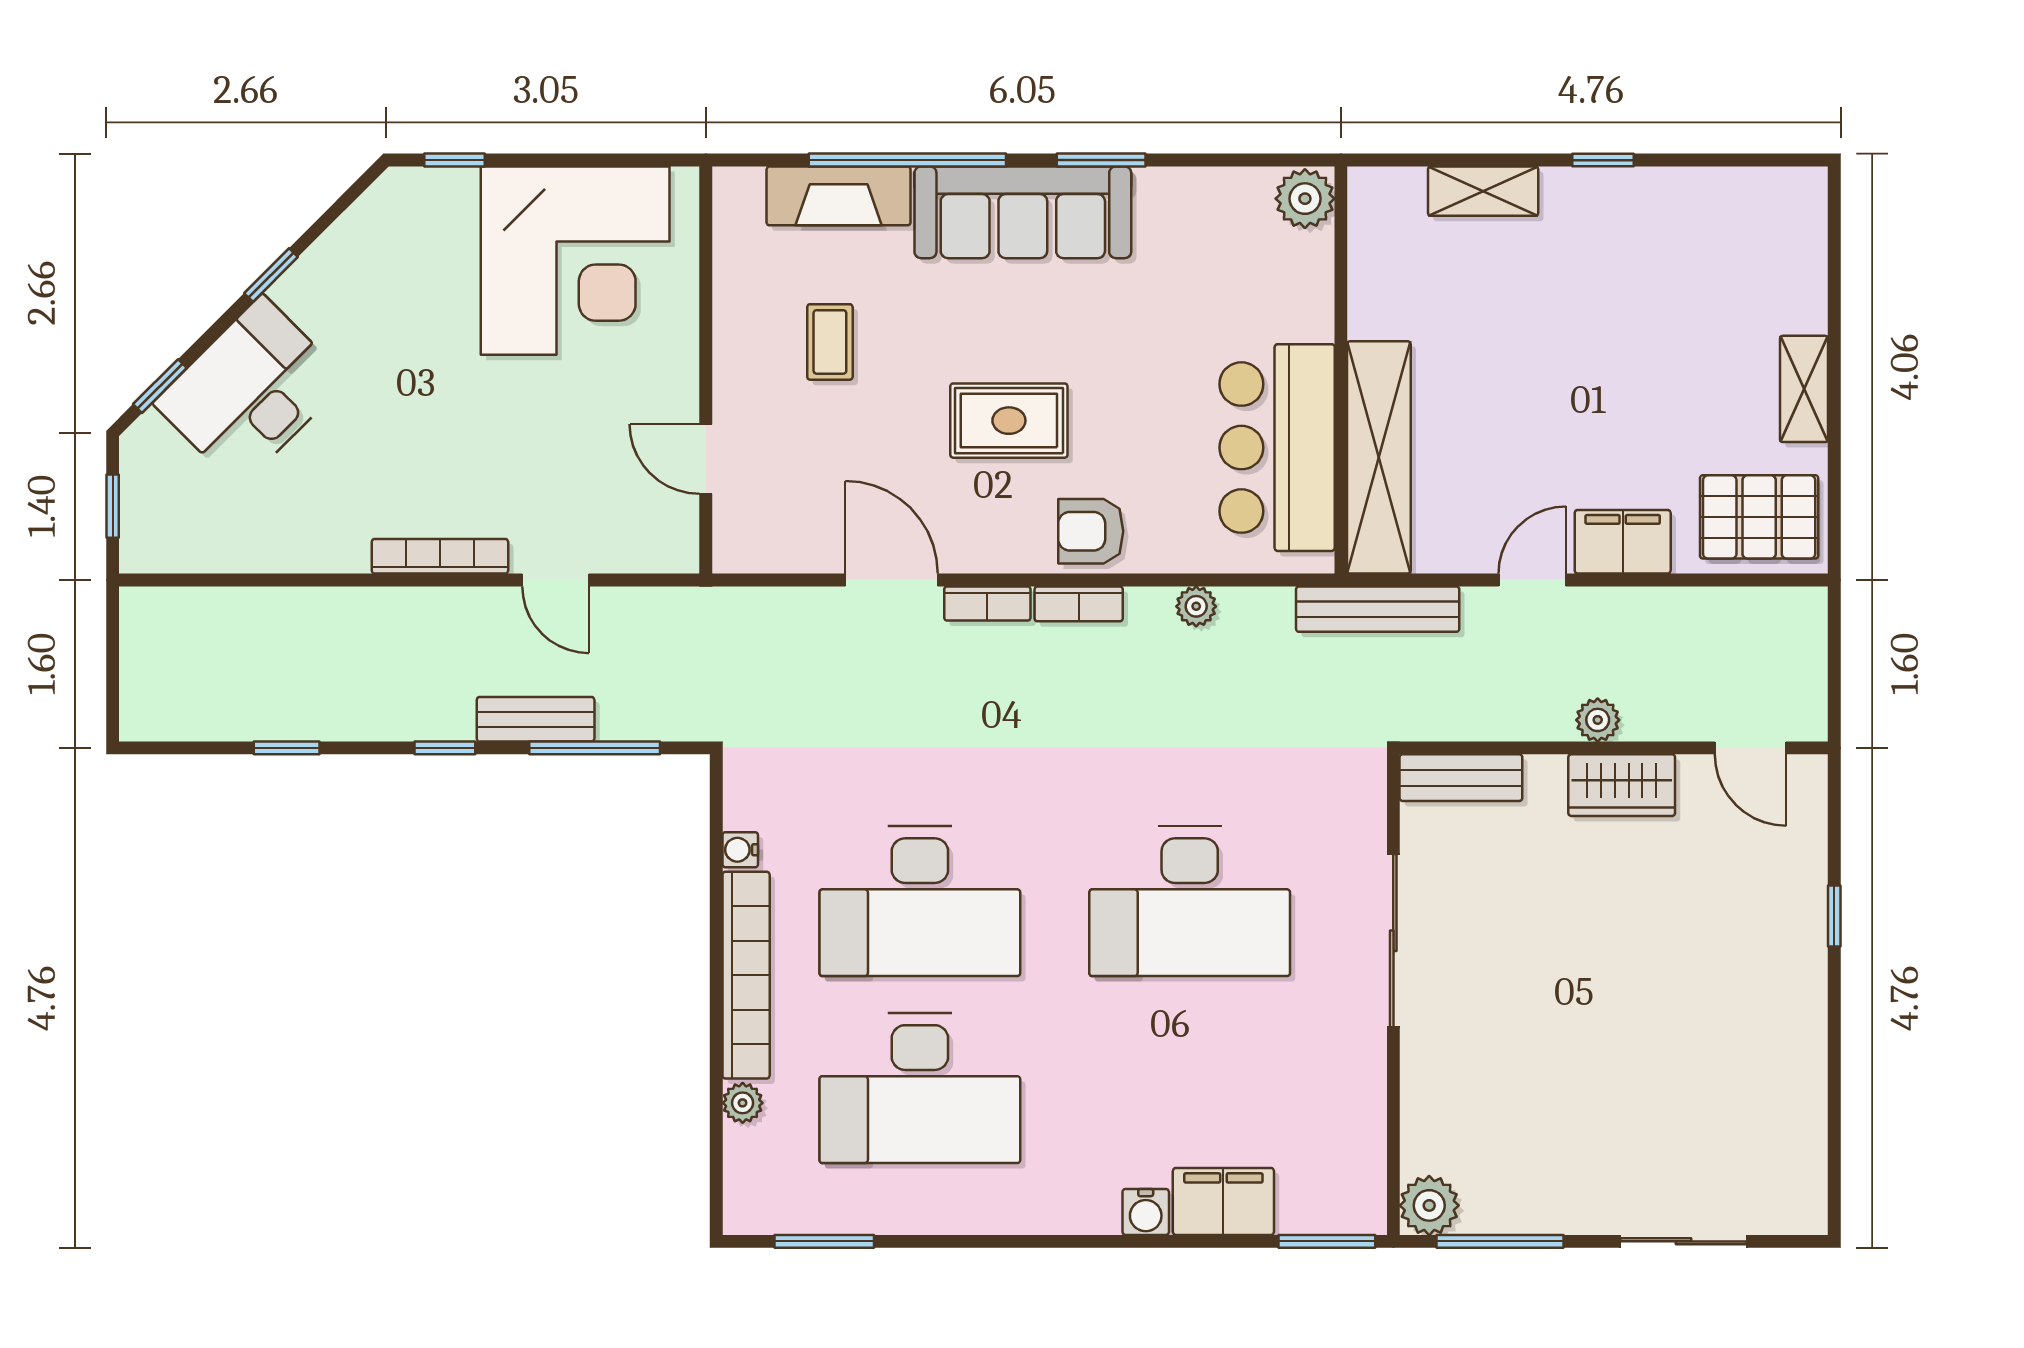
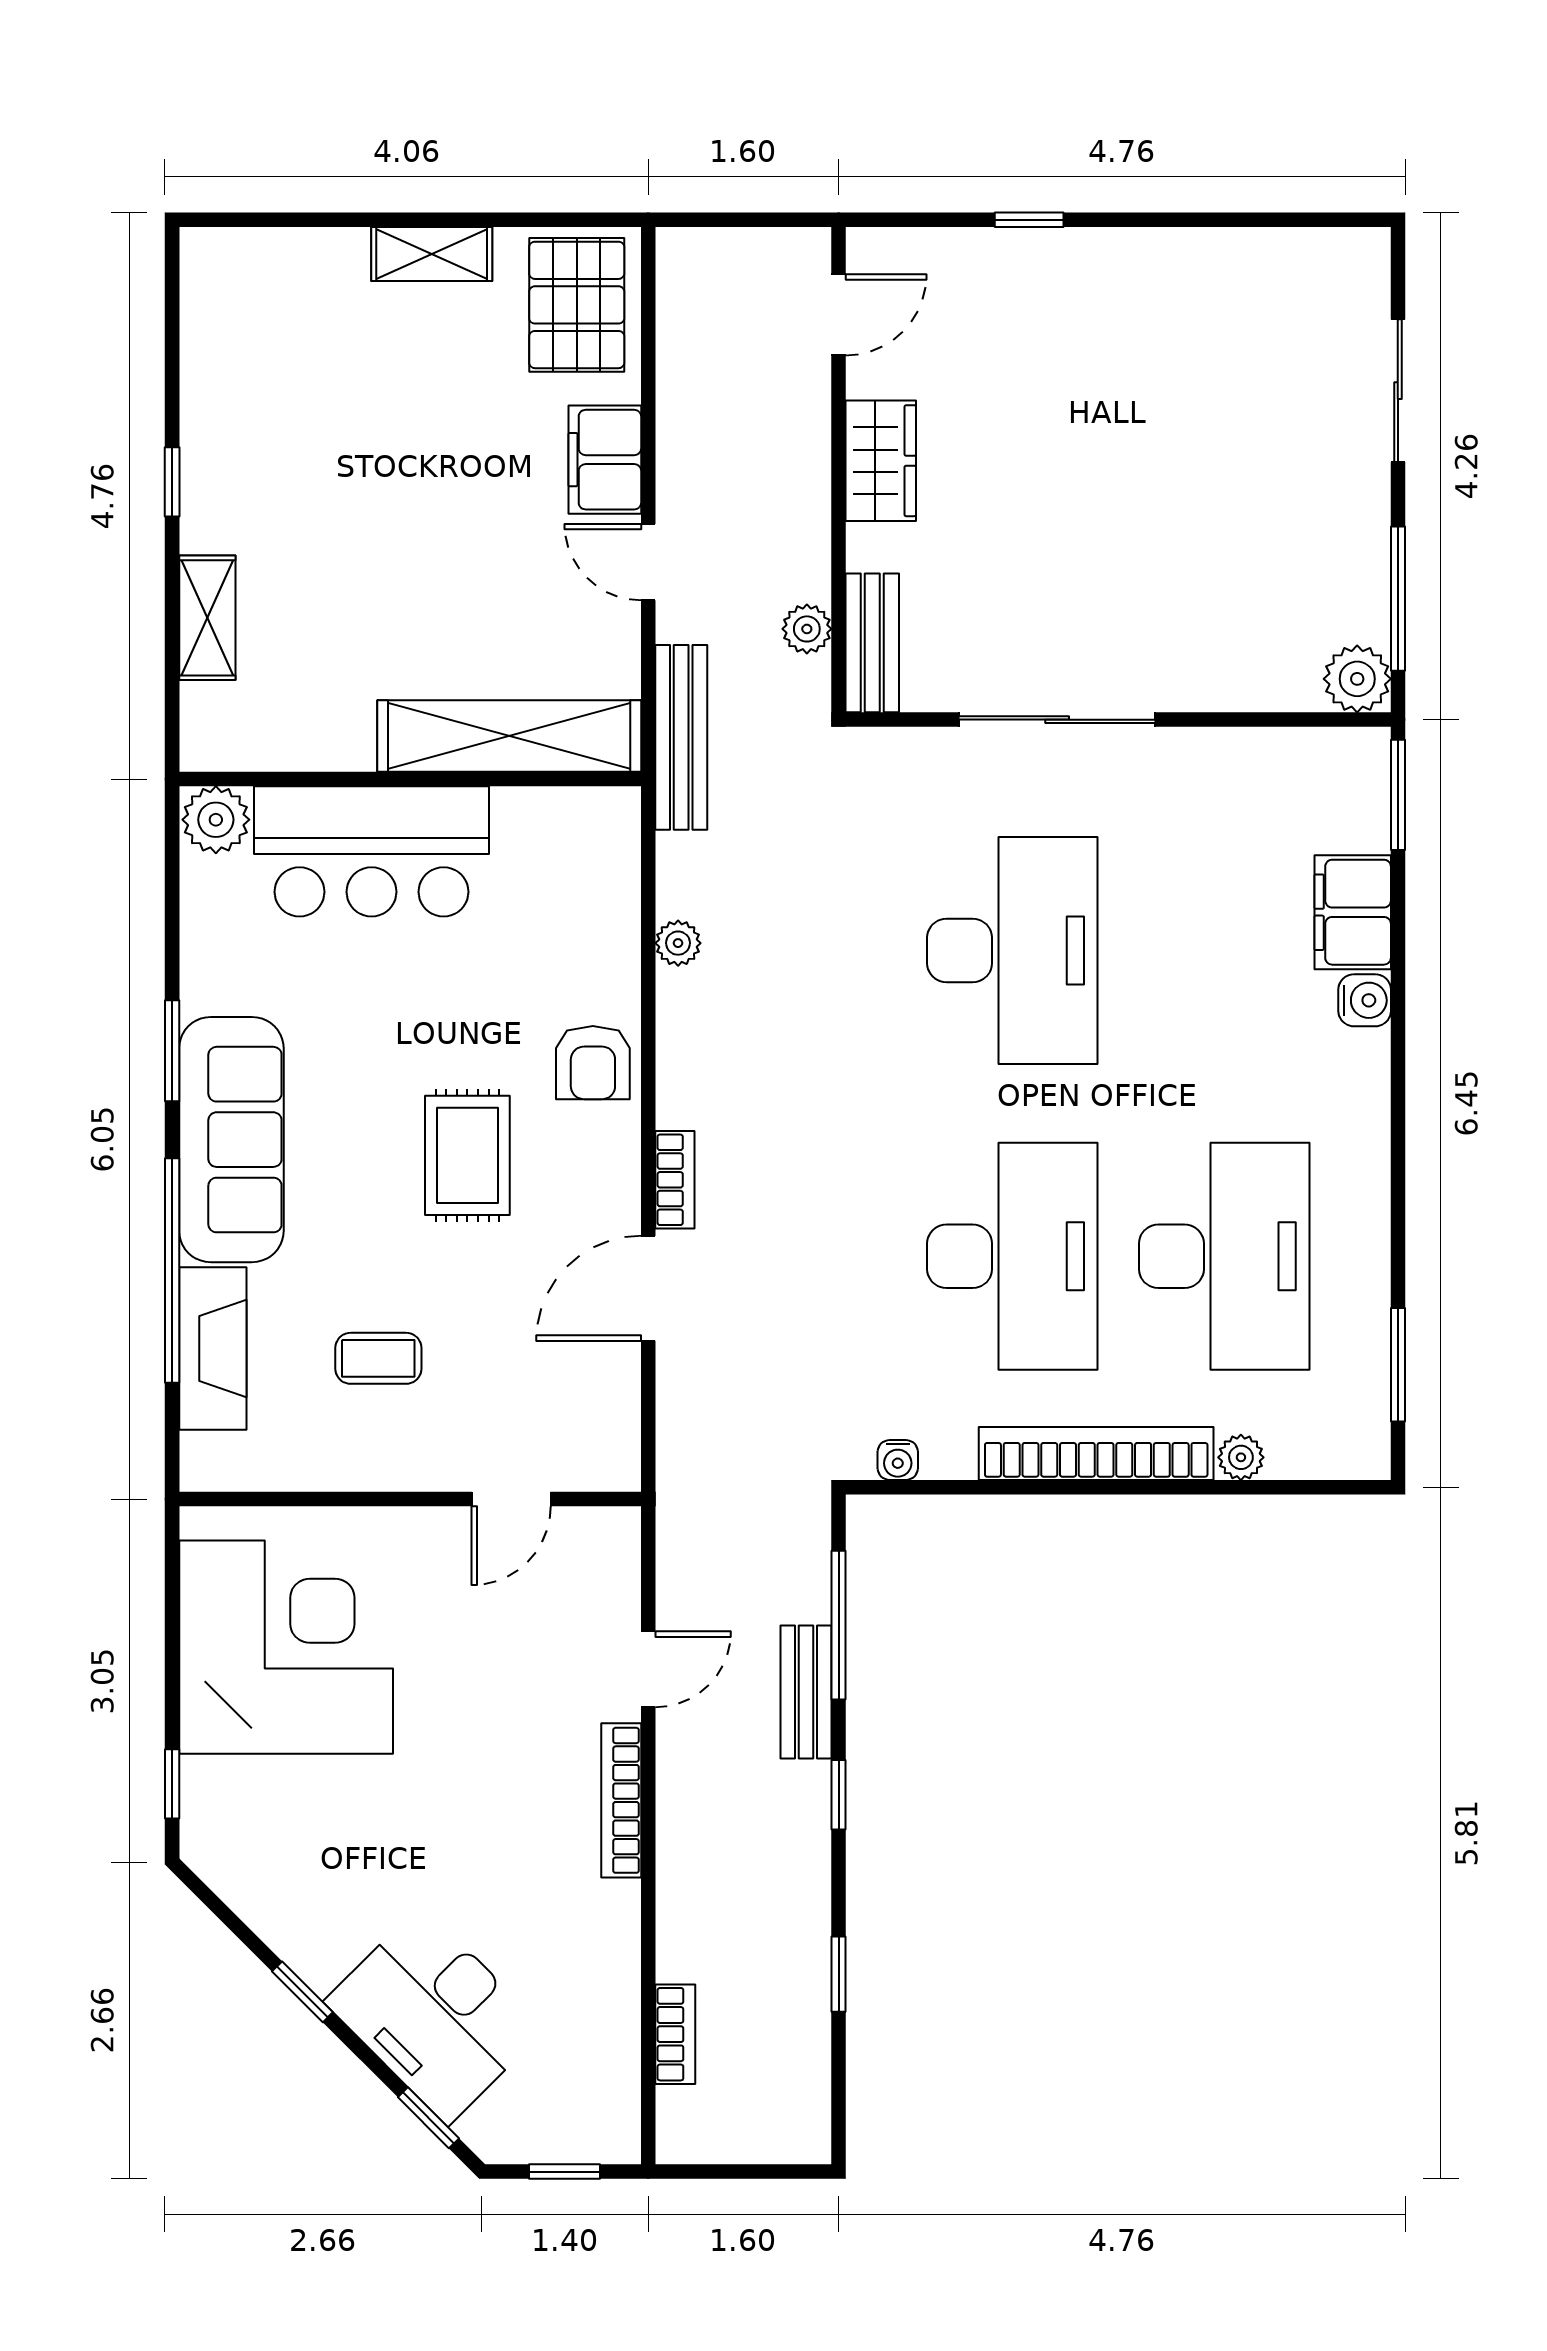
bar counter: (1277, 448) -> (372, 851), moved
bookcase: (1079, 604) -> (675, 2034), moved
plant: (1598, 720) -> (807, 629), moved
water cooler: (740, 850) -> (898, 1460), moved

